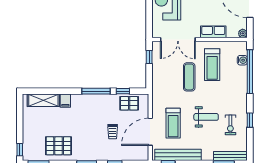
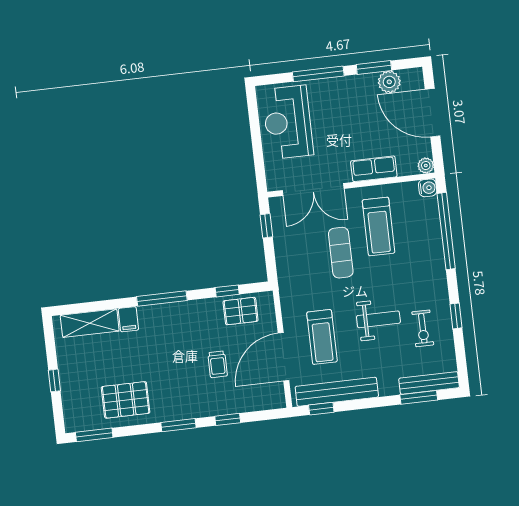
water cooler: (242, 60) -> (428, 188), moved
window: (96, 91) -> (162, 298), moved
window: (20, 150) -> (54, 380), moved

